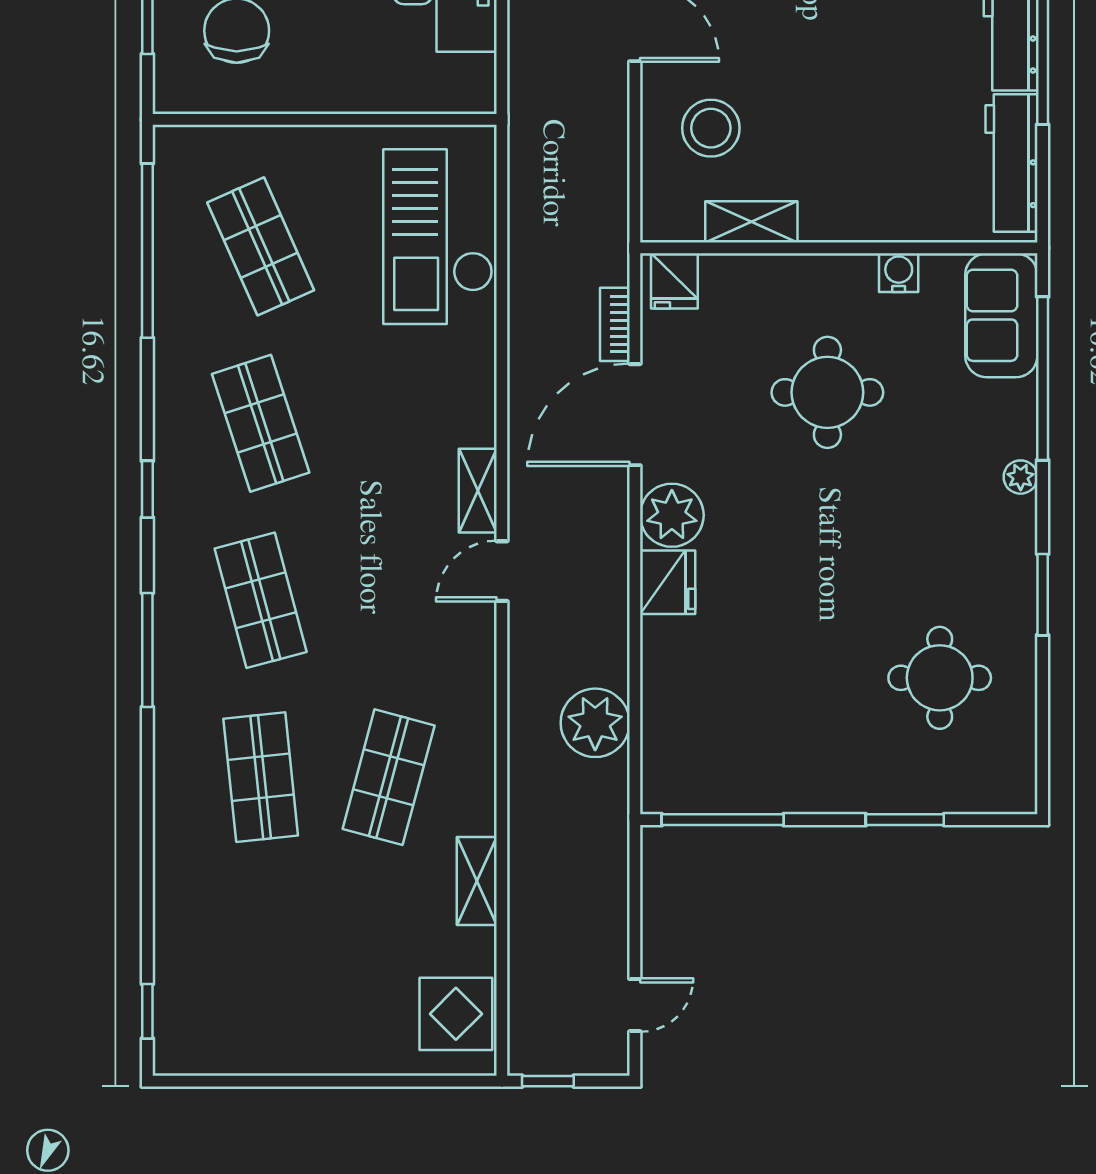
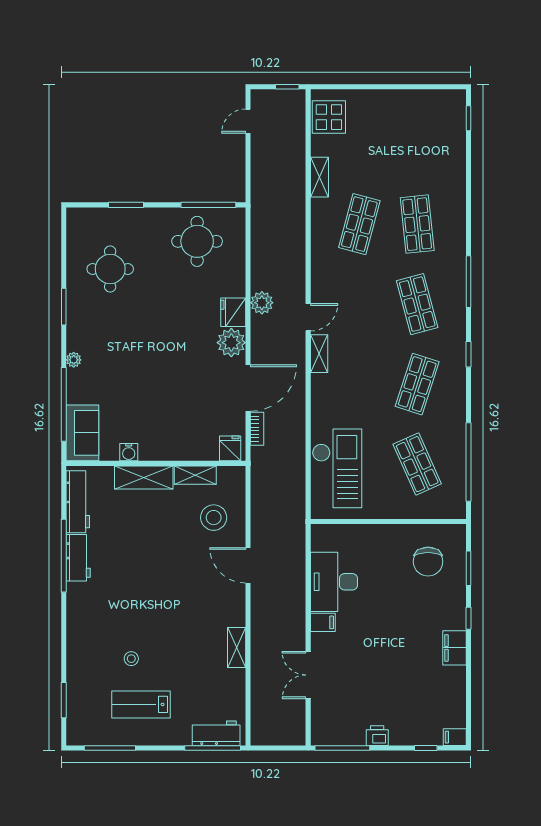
shelving: (866, 217) -> (144, 477), added
round table: (827, 392) -> (197, 241), moved
shop shelf: (261, 423) -> (417, 384), turned 36
plant: (595, 723) -> (262, 303), moved, width x0.73, depth x0.73

